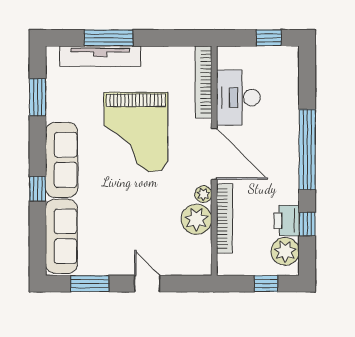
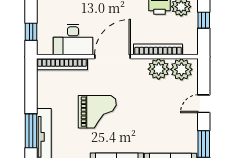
window: (269, 38) -> (31, 32), moved
grand piano: (136, 132) -> (97, 112), width x0.73, depth x0.68
plant: (203, 194) -> (181, 69), moved, width x1.88, depth x1.88

